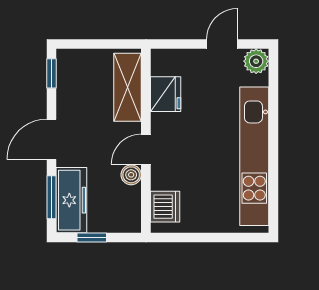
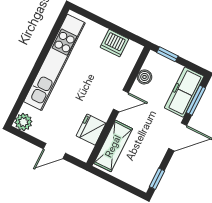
door: (222, 44) -> (54, 151), moved
boiler: (131, 175) -> (144, 77), moved
dishwasher: (165, 207) -> (114, 43), moved, turned -90
window: (92, 238) -> (167, 54), moved

